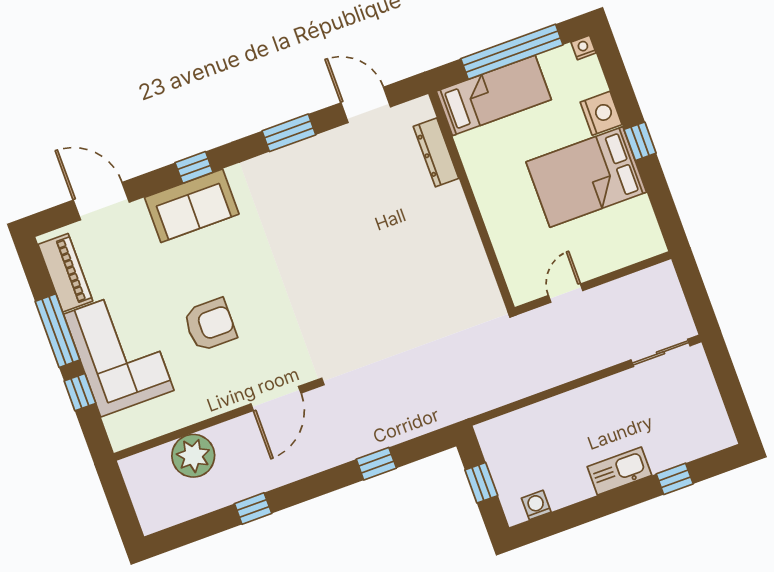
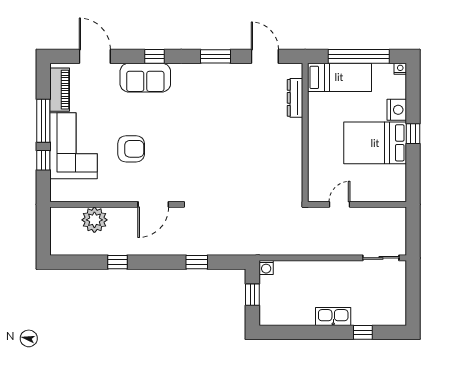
washing machine: (536, 505) -> (266, 267), moved, turned 180

